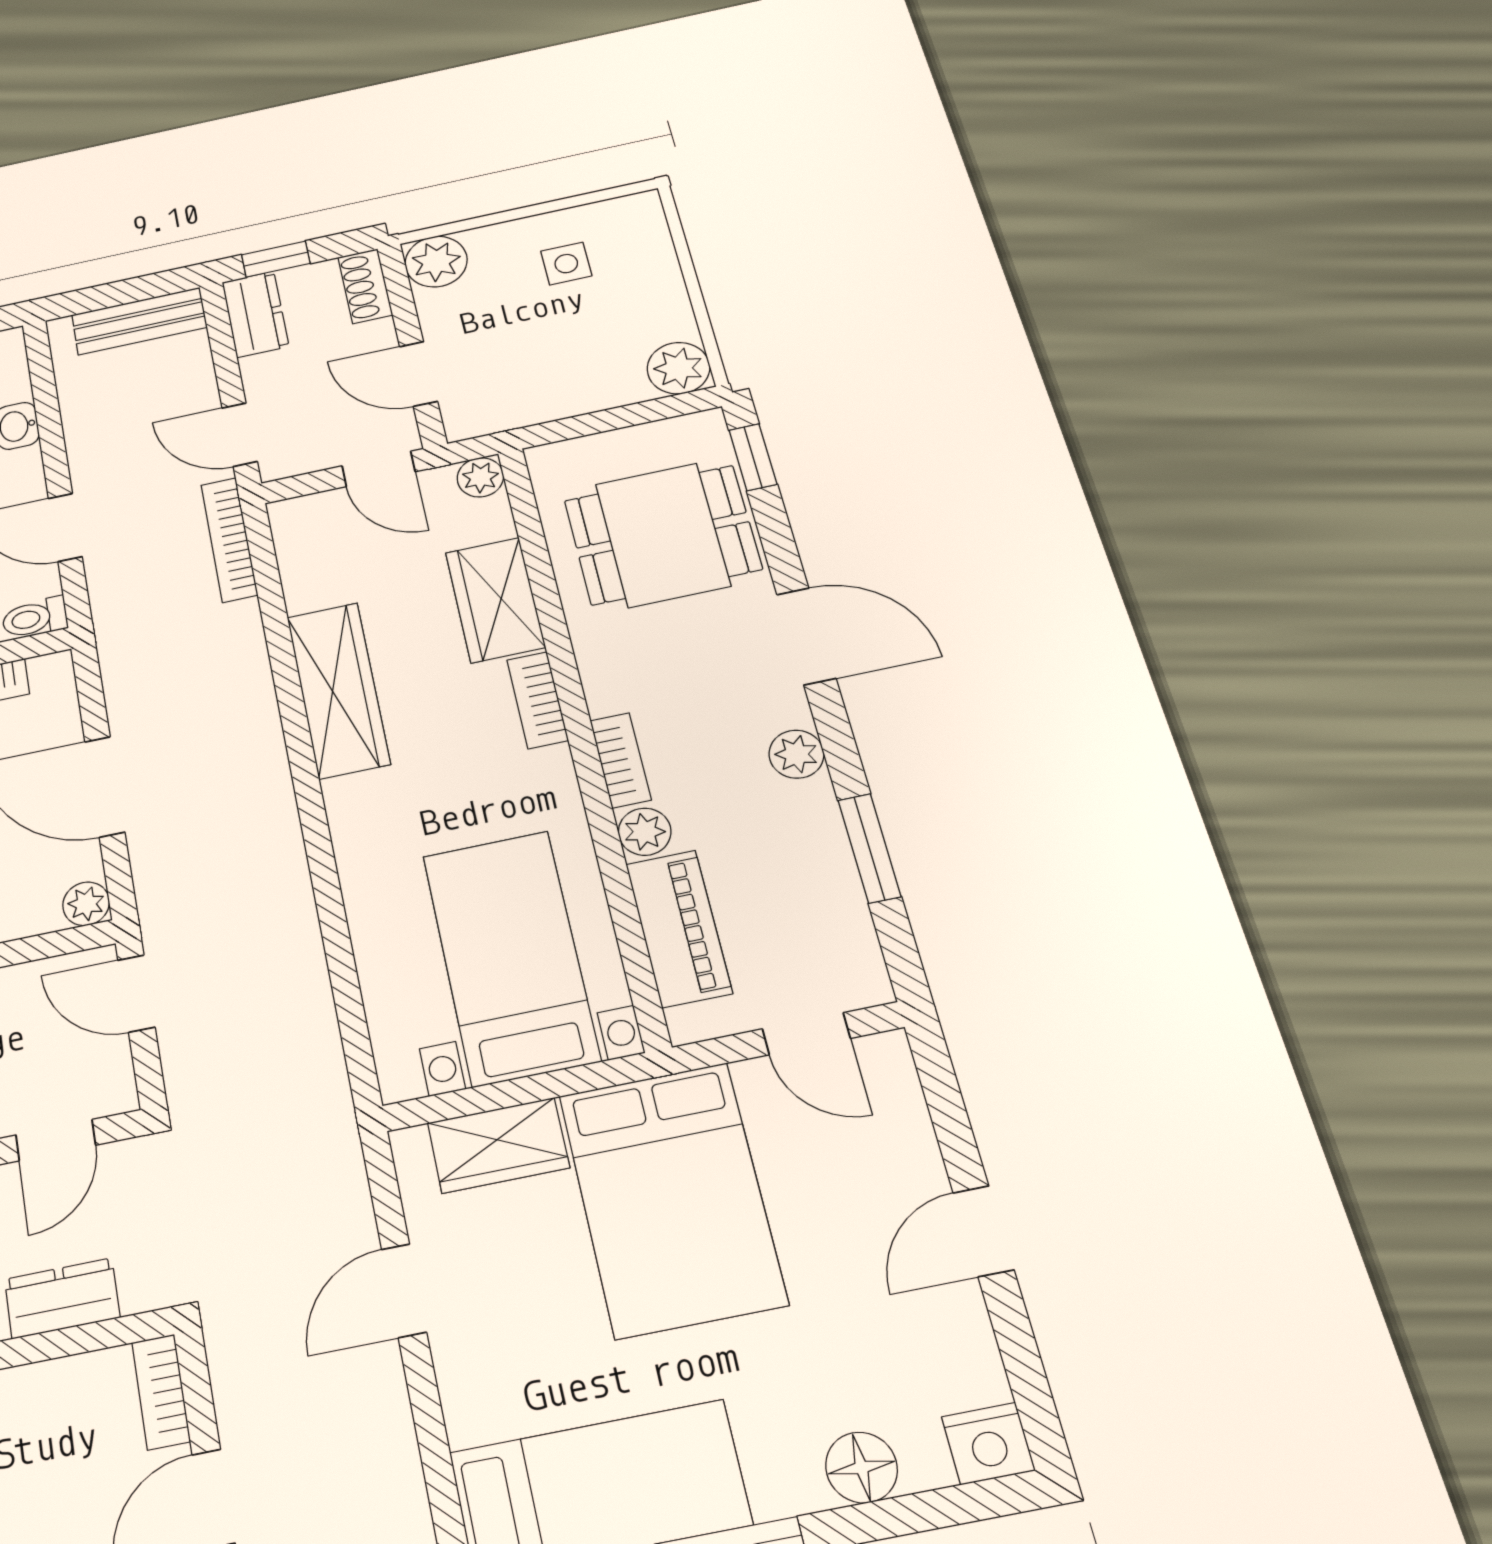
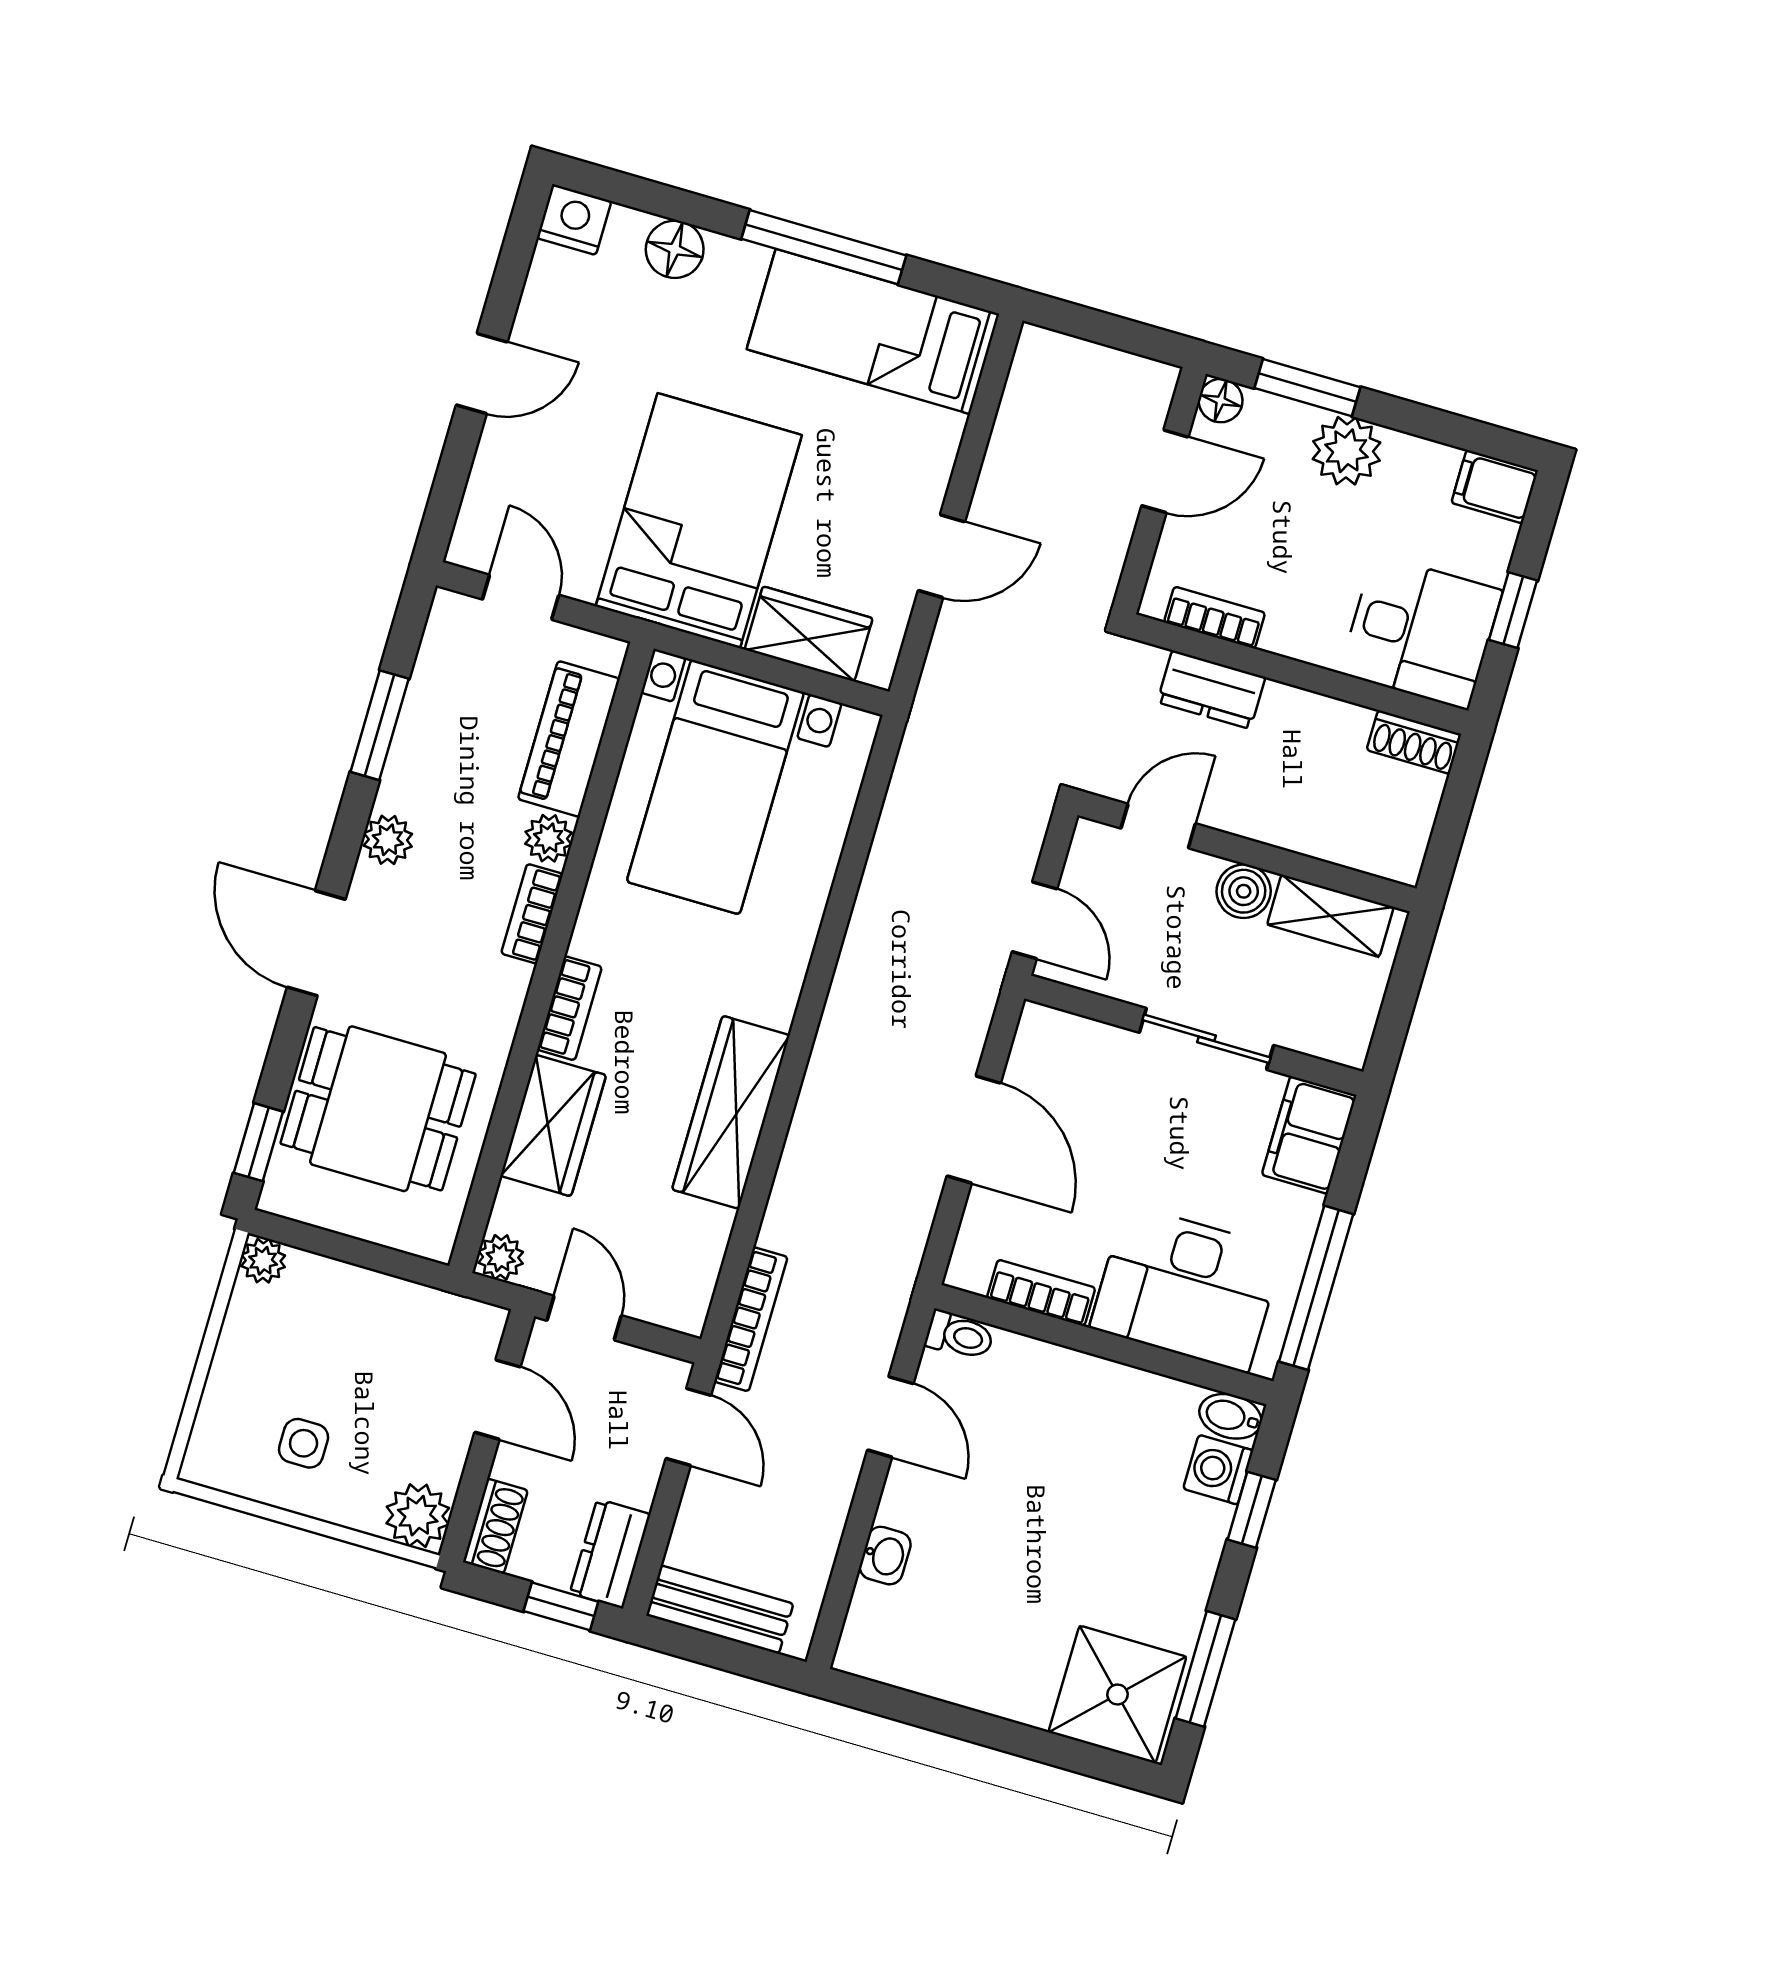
plant: (678, 368) -> (263, 1261), width x0.73, depth x0.73
plant: (86, 904) -> (1039, 1026), removed
bookcase: (161, 1392) -> (1215, 618), moved, turned -90

